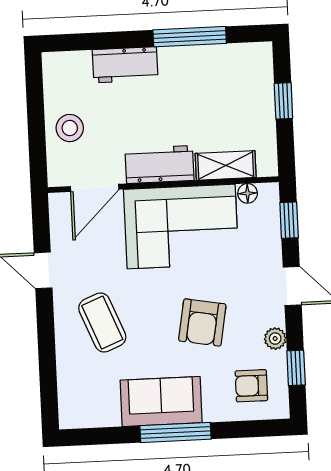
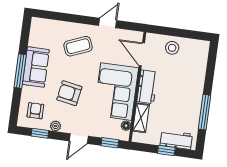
workbench: (125, 65) -> (176, 140), moved, turned 90

